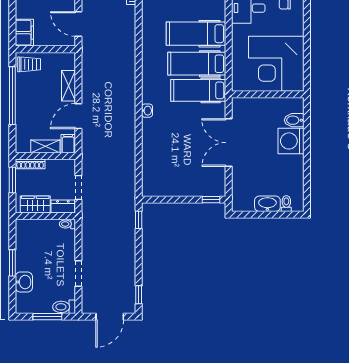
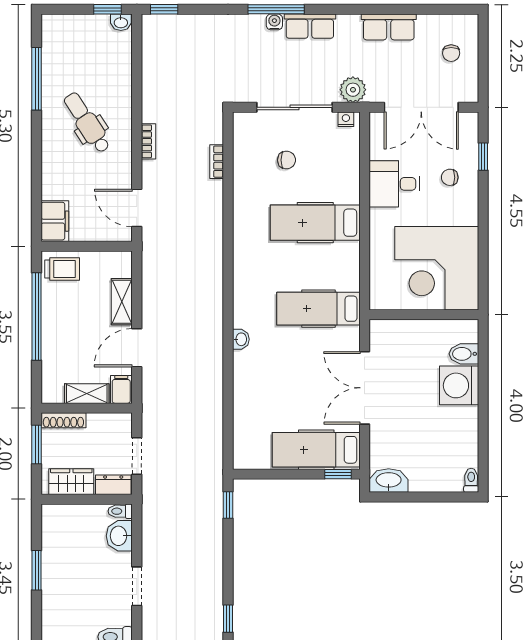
hospital bed: (197, 64) -> (316, 450), moved
washbasin: (267, 204) -> (389, 481), moved
toilet: (286, 204) -> (471, 480), moved
washbasin: (24, 282) -> (119, 536), moved, turned 180

